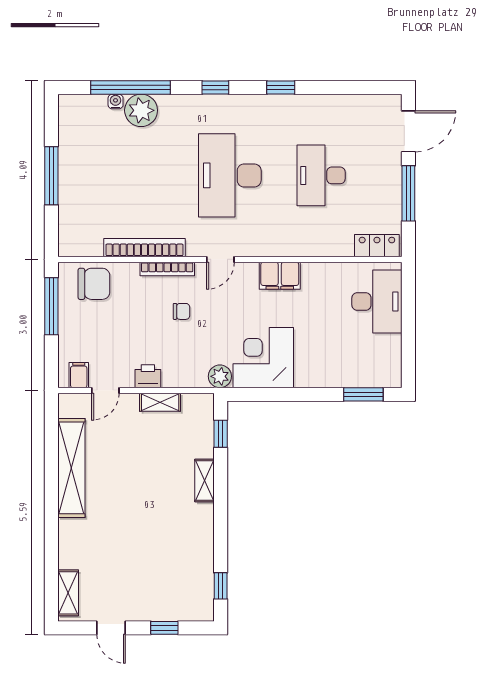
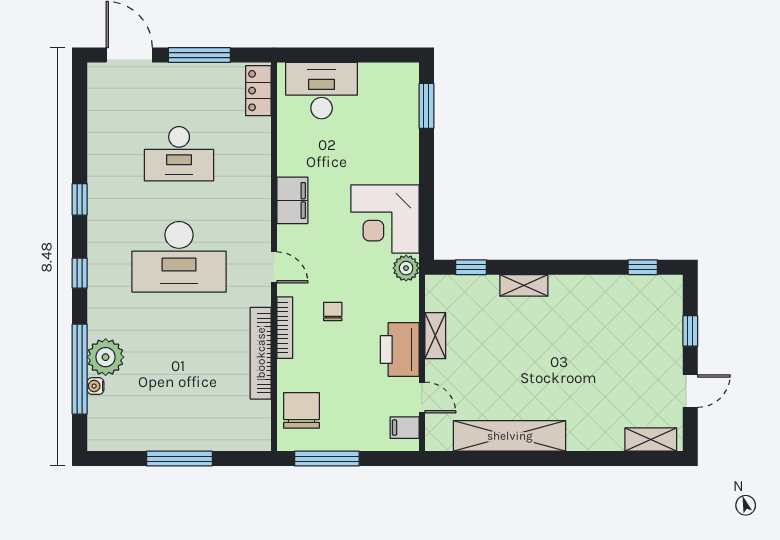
printer: (148, 376) -> (400, 349), width x1.87, depth x1.48

